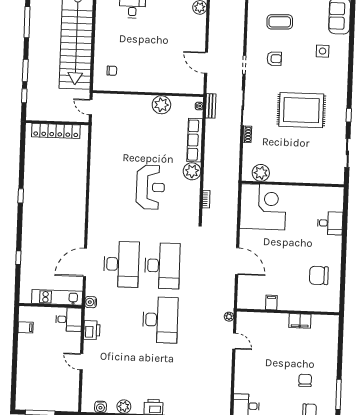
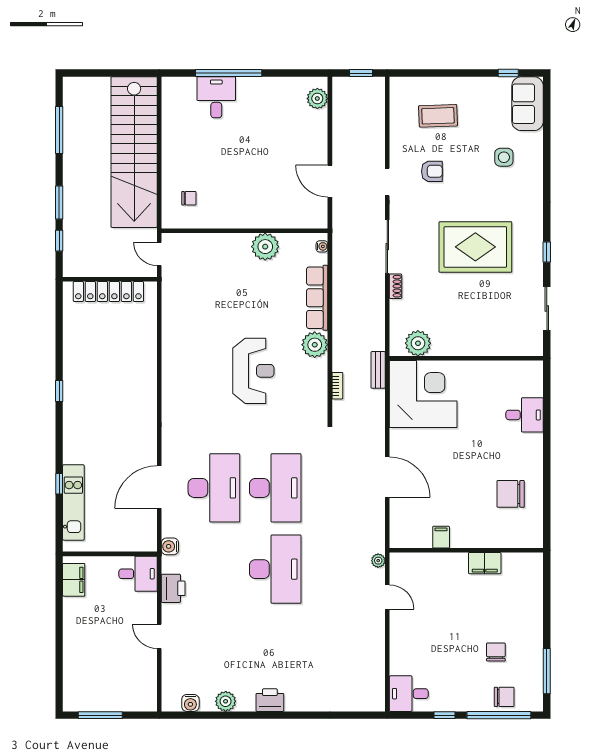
bench: (211, 106) -> (378, 370), moved
kitchen unit: (57, 297) -> (73, 502), moved, turned 90
filing cabinet: (26, 327) -> (74, 580), width x2.00

